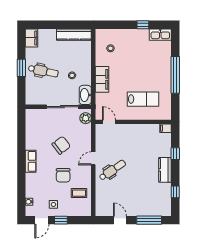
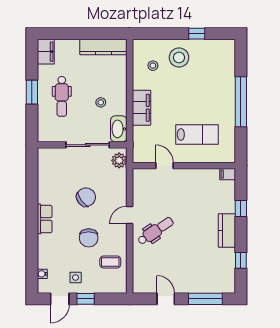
kitchen sink: (160, 35) -> (220, 47), removed
stool: (130, 42) -> (179, 57), added
dental chair: (43, 71) -> (62, 96), turned 78
door: (109, 122) -> (164, 166), moved

